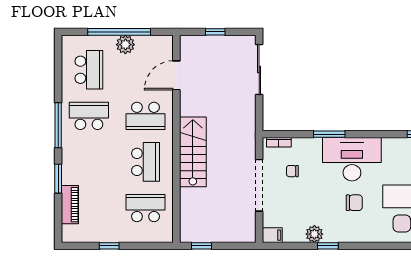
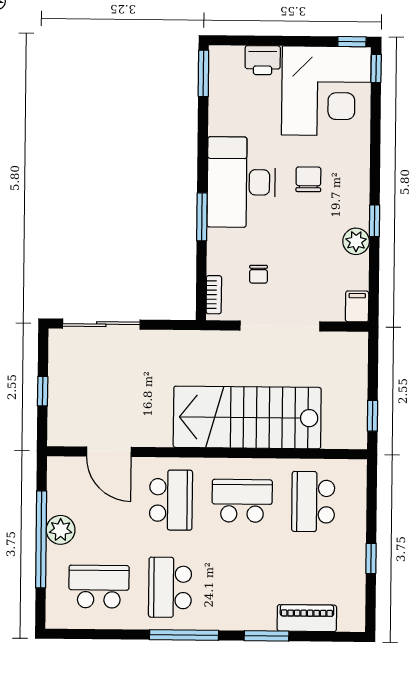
stairs: (193, 152) -> (247, 417), width x1.36, depth x1.51

